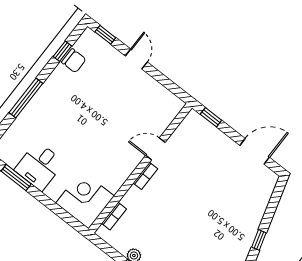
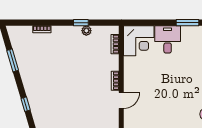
desk: (39, 166) -> (168, 39), moved
window: (259, 240) -> (26, 104), moved

